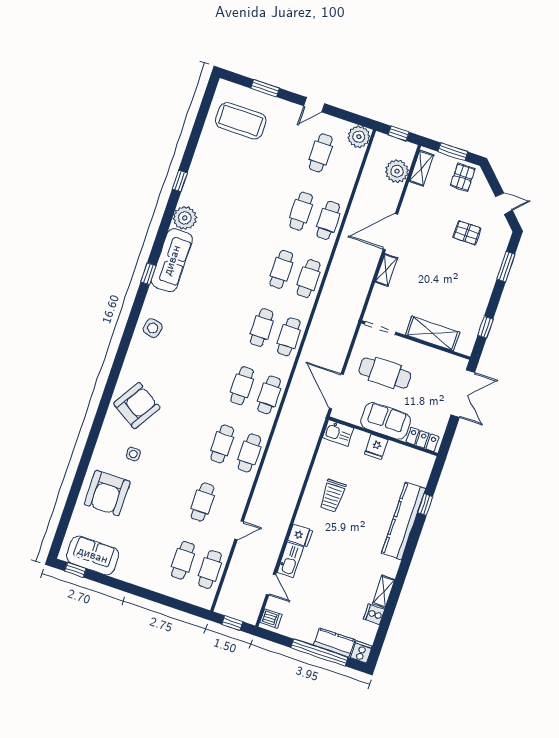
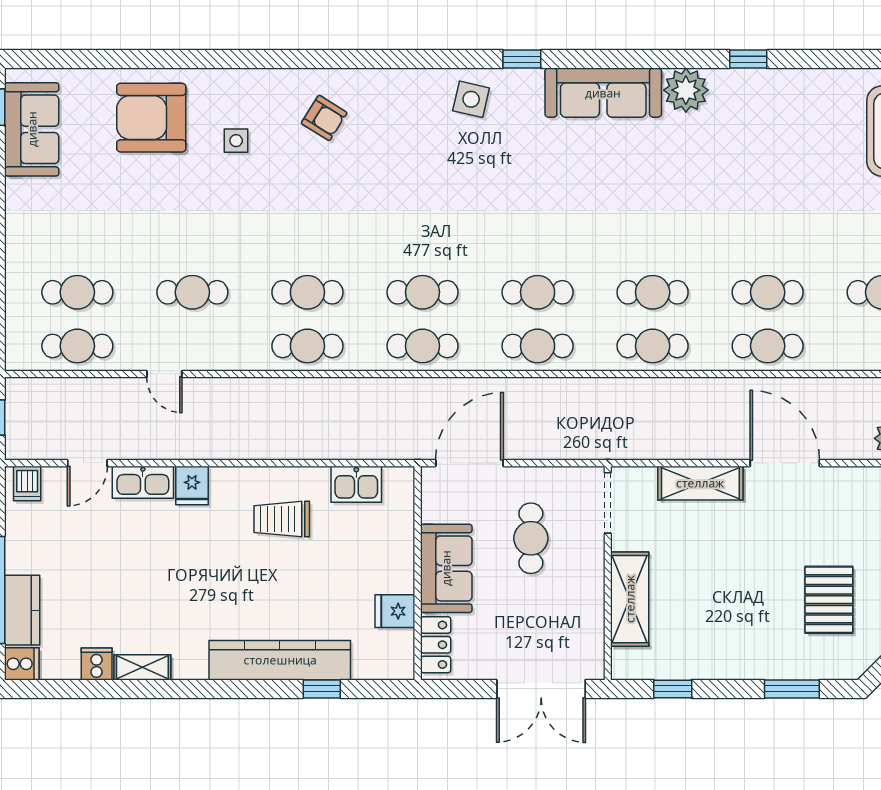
pallet: (467, 233) -> (829, 600), width x1.50, depth x1.42
shelving: (386, 270) -> (700, 483), width x1.50, depth x1.33
window: (148, 274) -> (522, 59), moved
cafe table: (385, 373) -> (531, 538), width x0.73, depth x0.74
armchair: (137, 406) -> (324, 118), width x0.53, depth x0.53
kitchen sink: (338, 433) -> (356, 484), moved, turned -90
fridge: (376, 447) -> (395, 611), moved

